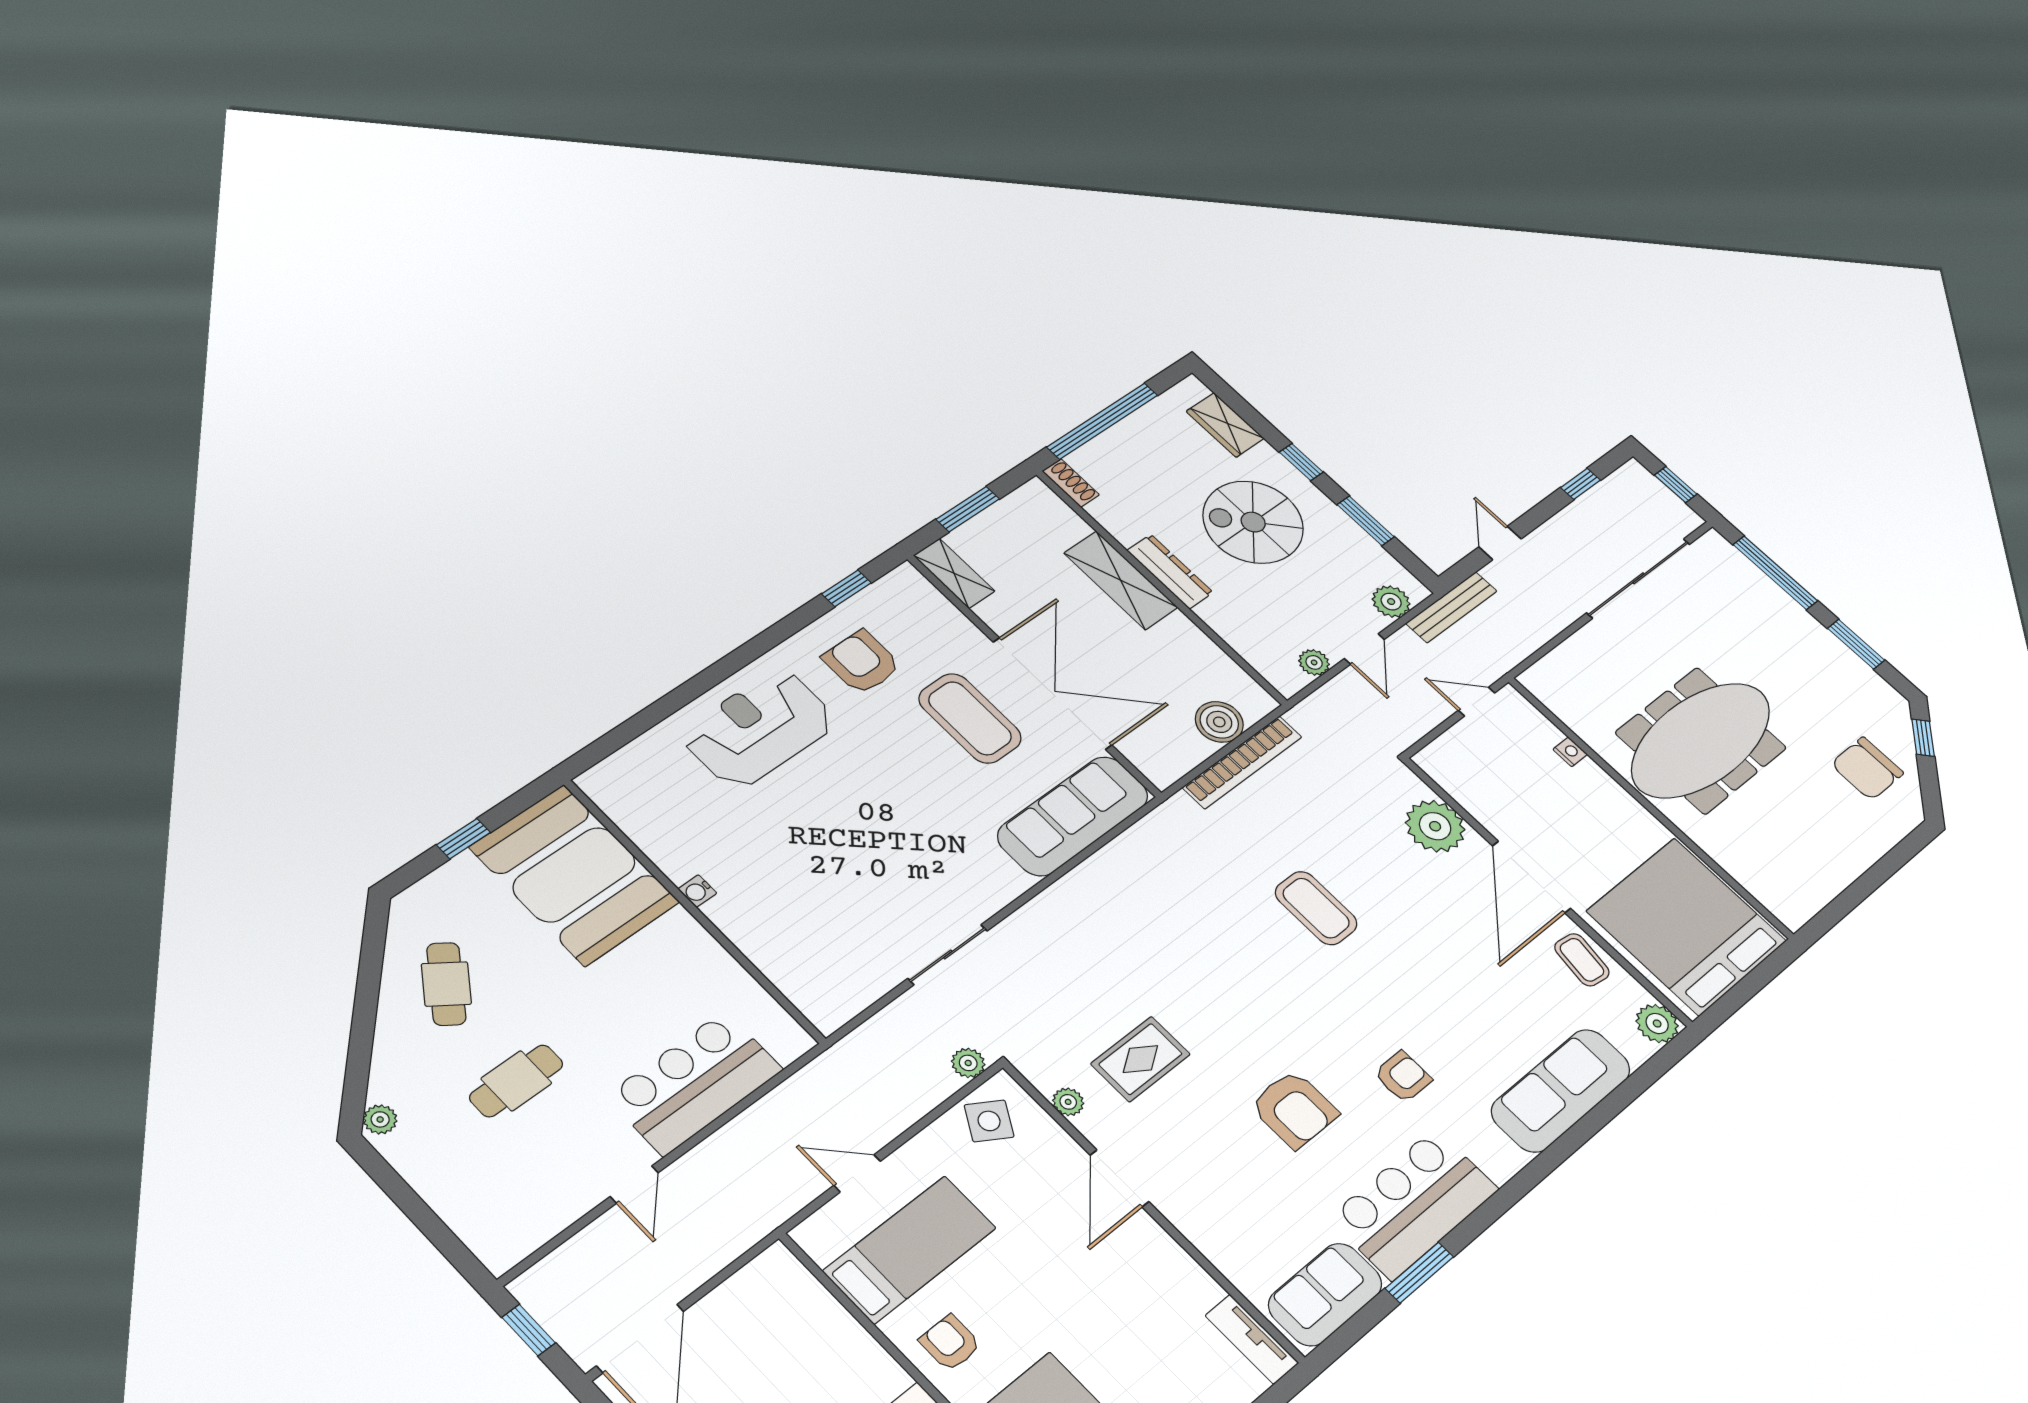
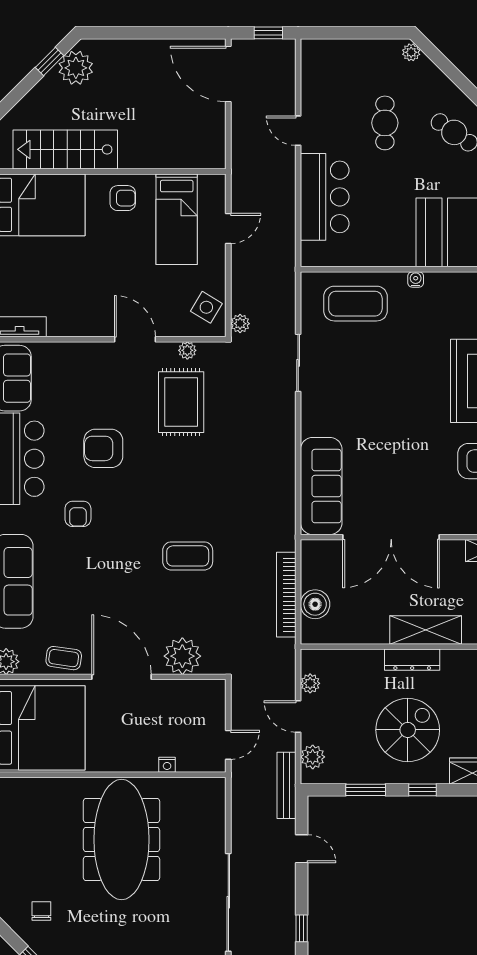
coffee table: (970, 718) -> (355, 304), moved
chair: (1867, 769) -> (41, 911), width x0.54, depth x0.54
rug: (1140, 1059) -> (181, 402), width x1.36, depth x1.43

